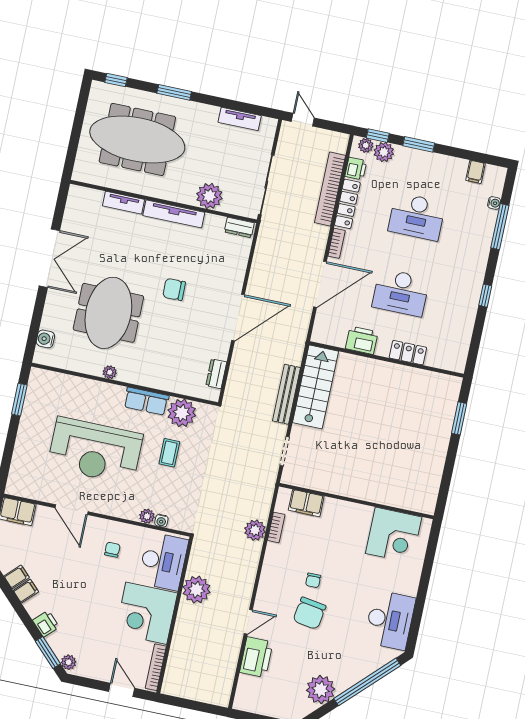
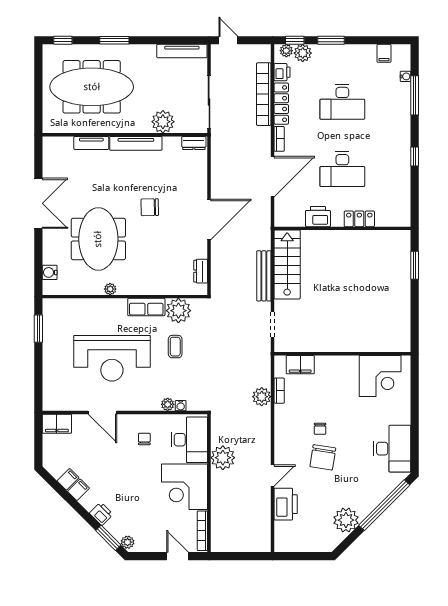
tv unit: (240, 119) -> (182, 51), width x1.41

